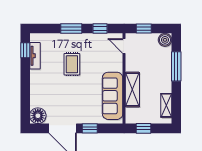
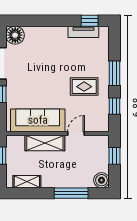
door: (124, 46) -> (76, 134), moved
rug: (72, 64) -> (84, 87), moved

